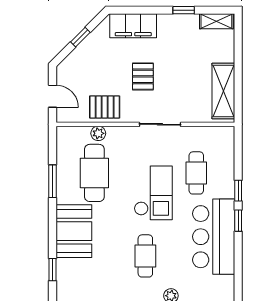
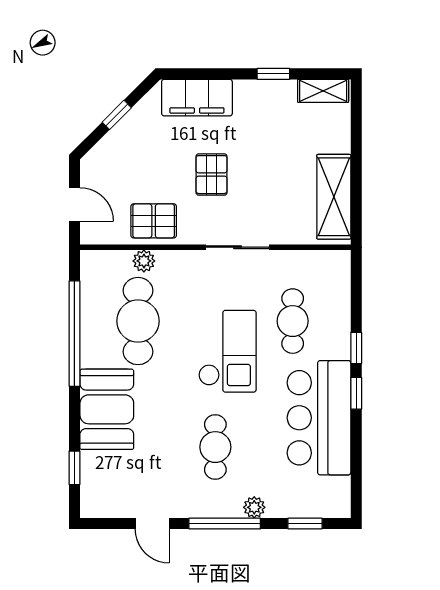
window: (53, 181) -> (74, 334), width x2.11

